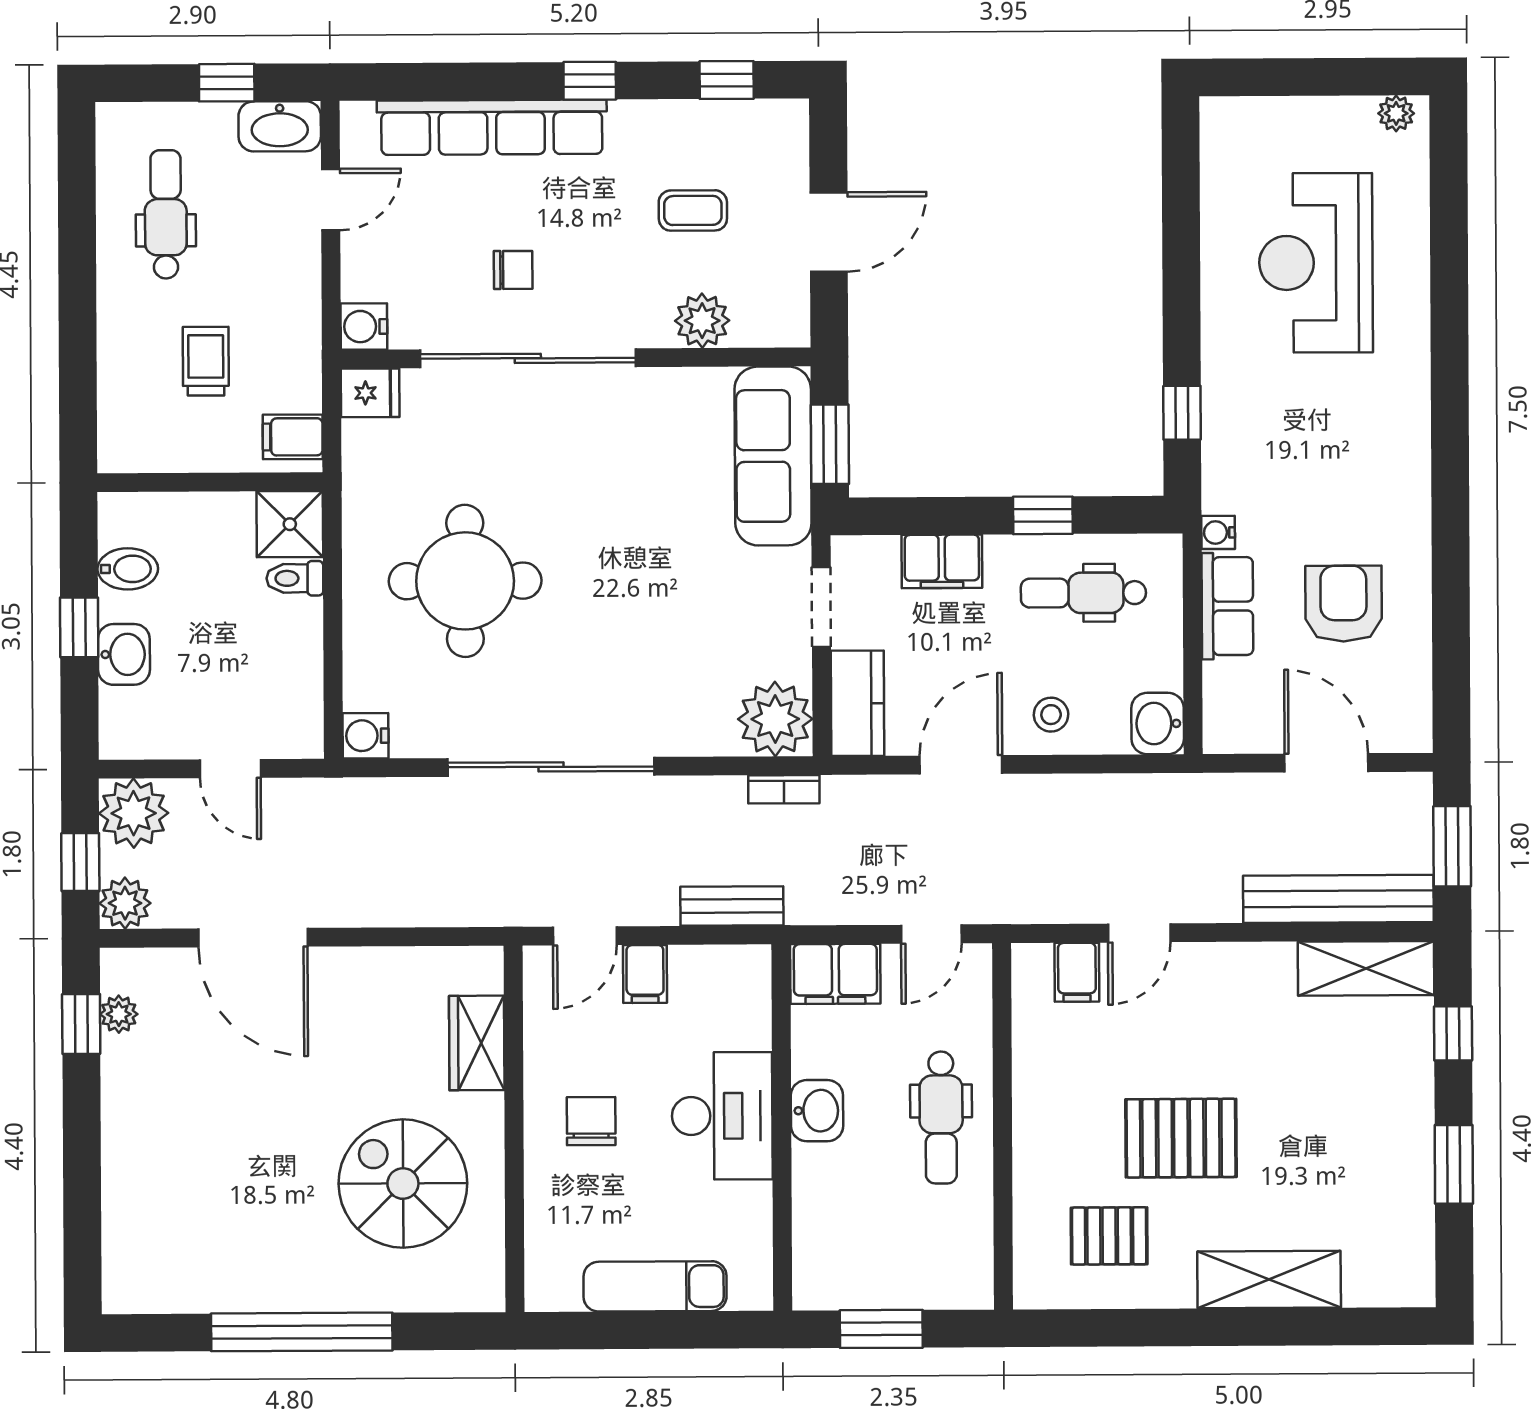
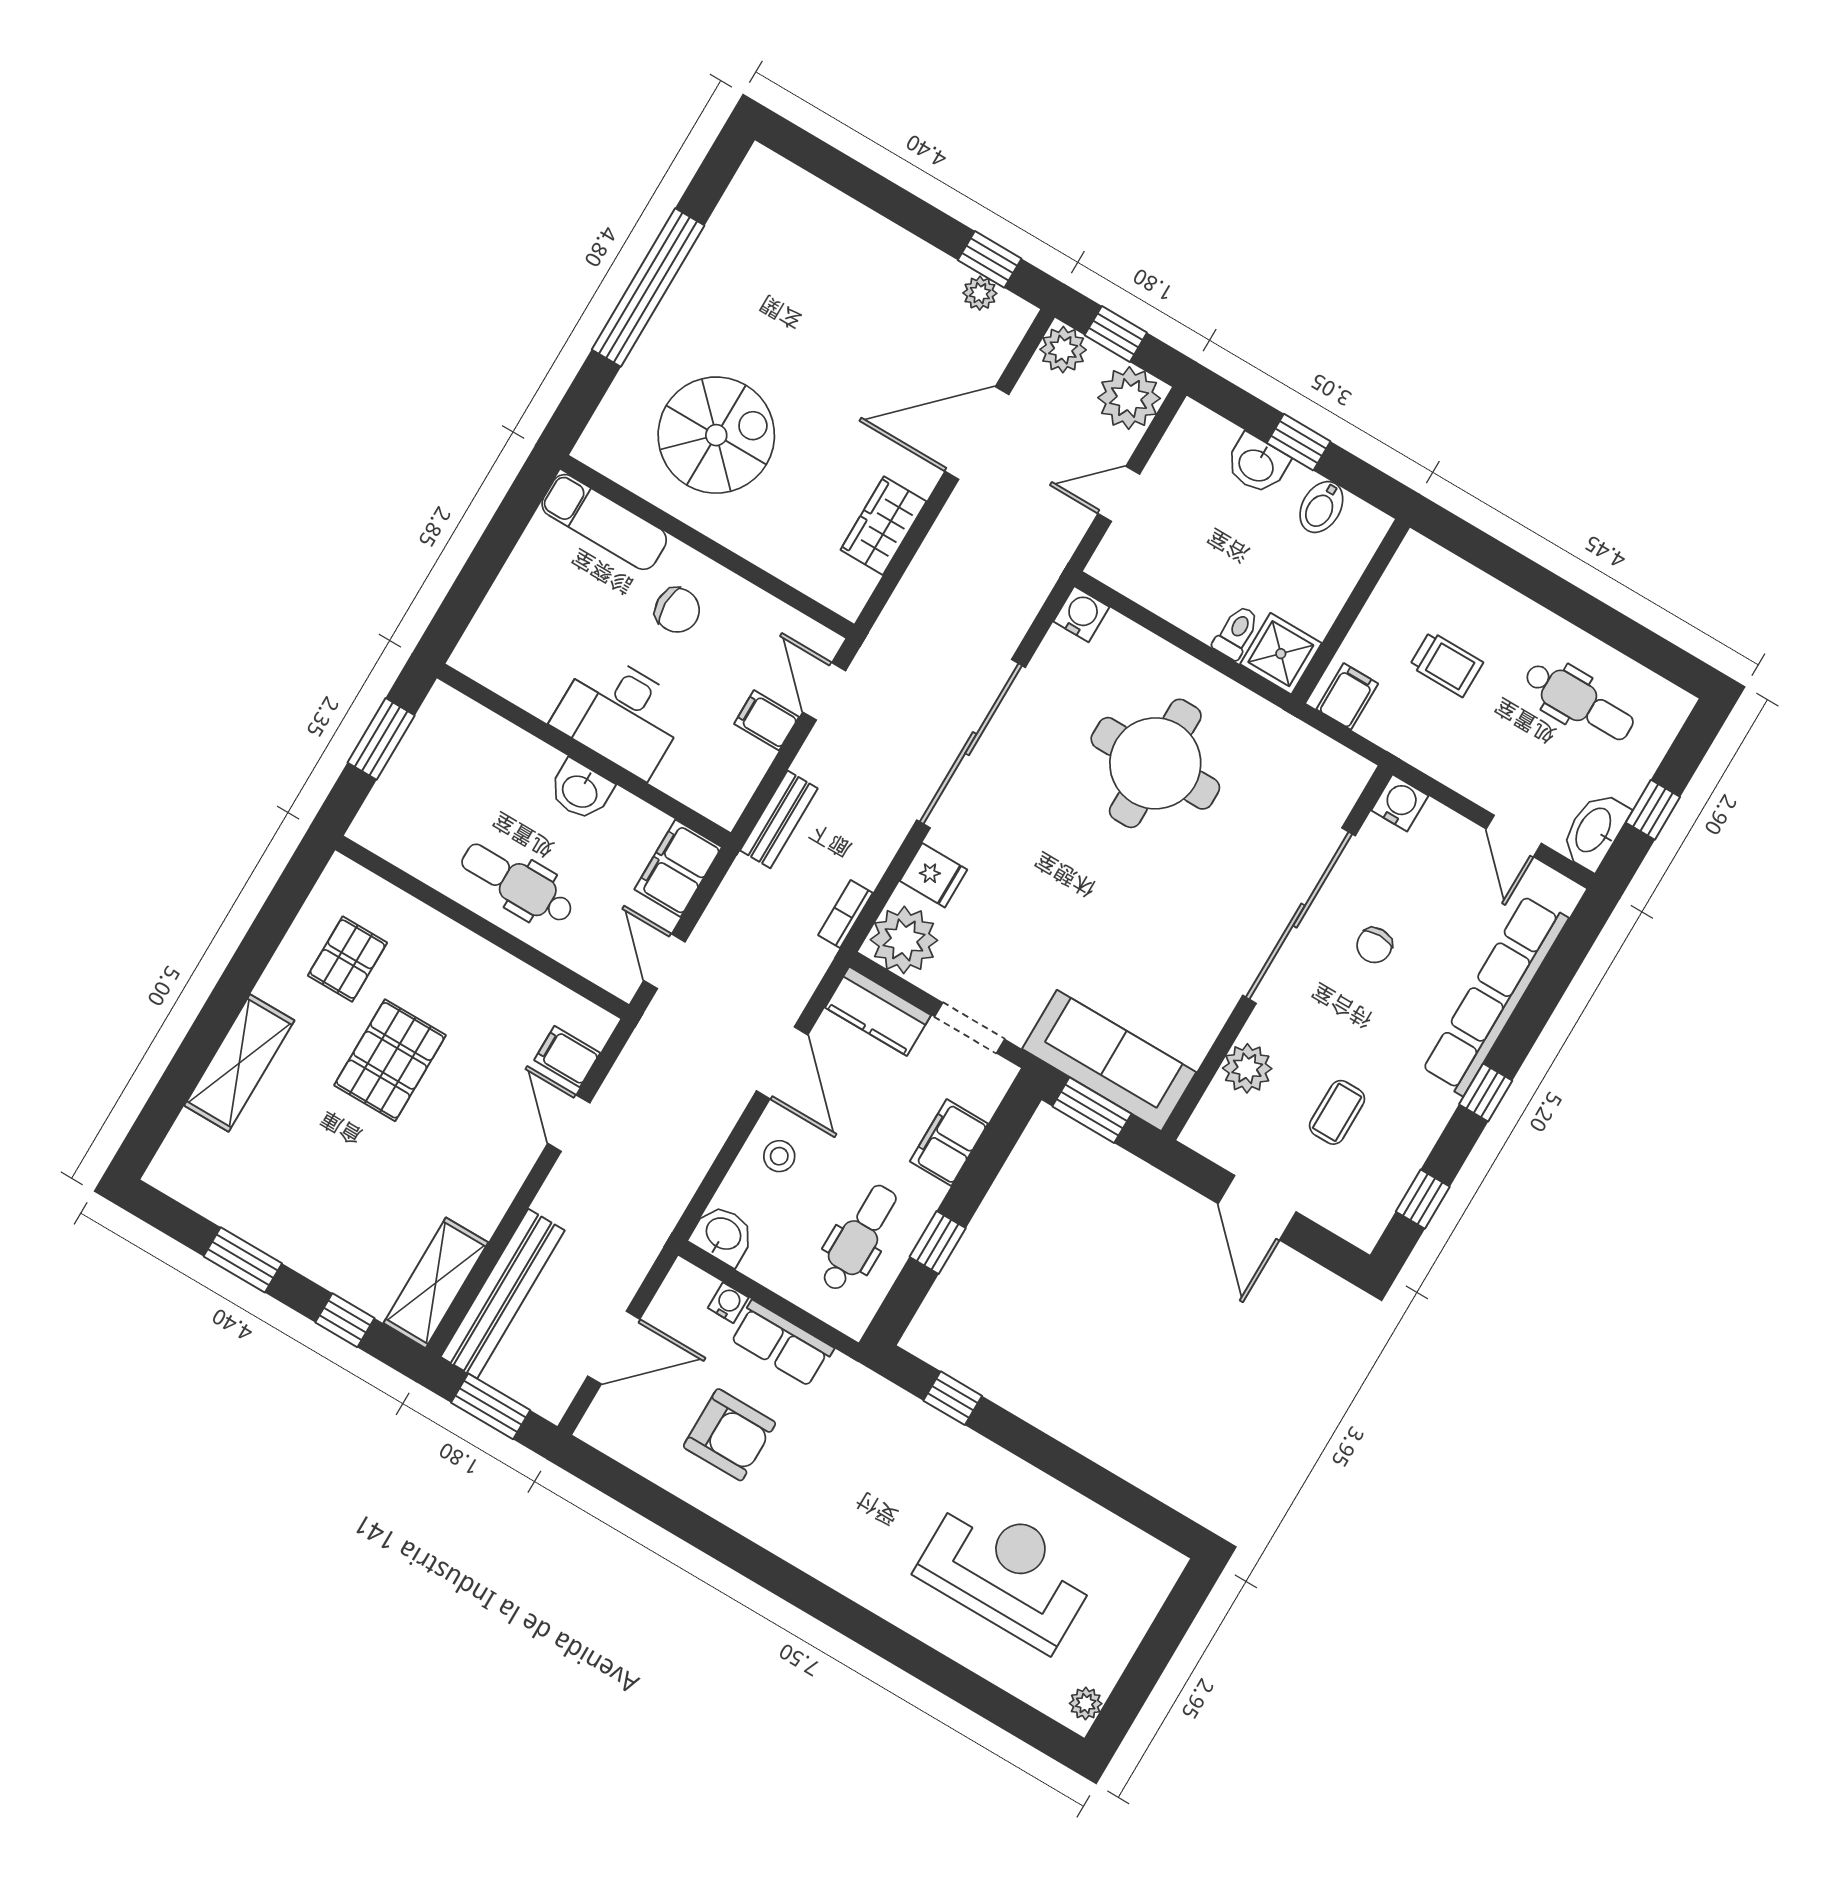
fridge: (370, 393) -> (934, 875), moved, turned -90
water cooler: (1218, 532) -> (728, 1303), moved
wardrobe: (477, 1043) -> (883, 526), moved, turned -90
exam couch: (655, 1286) -> (604, 522), moved, turned 90

